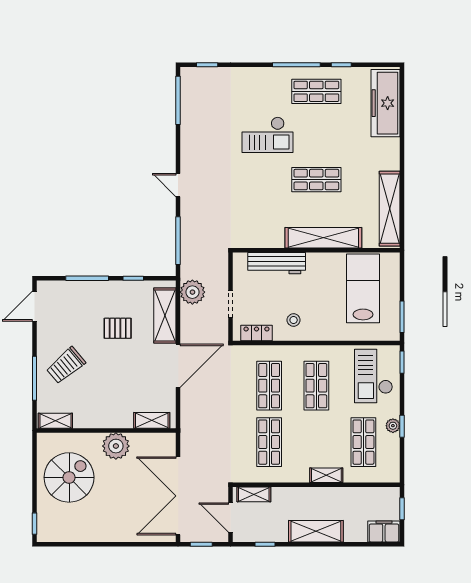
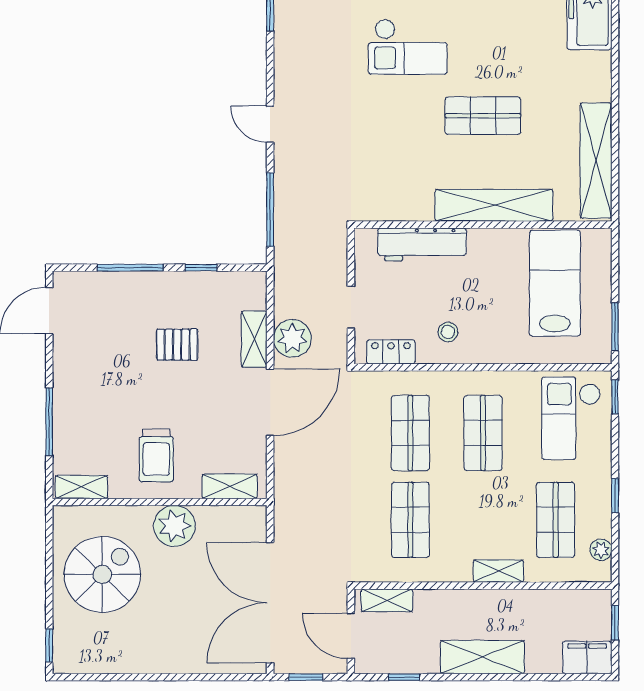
plant: (192, 292) -> (292, 338), moved
shelving: (165, 316) -> (254, 339), width x0.67, depth x0.75
trolley: (66, 365) -> (156, 455), moved, turned -50
plant: (393, 426) -> (601, 550), moved

